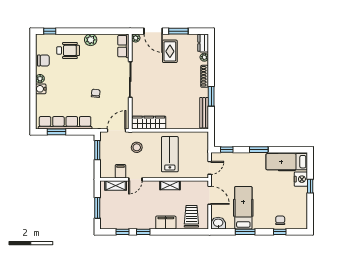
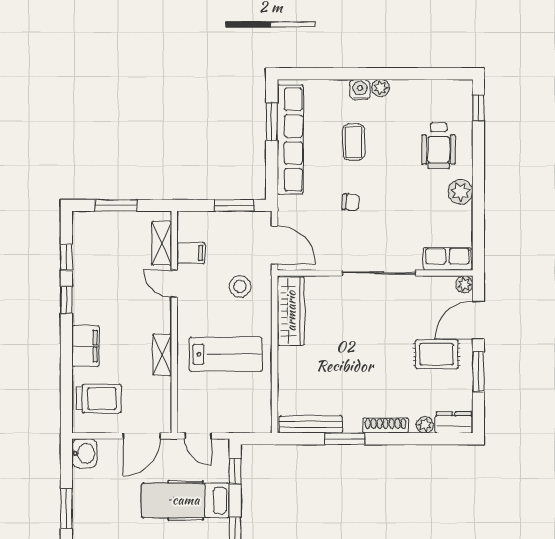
chair: (43, 61) -> (418, 95), removed
coffee table: (66, 92) -> (354, 142), added
hospital bed: (243, 208) -> (186, 500), moved, turned 180

